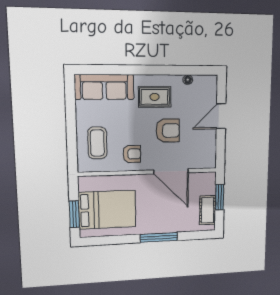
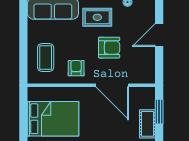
armchair: (132, 154) -> (76, 68), turned -90
window: (74, 214) -> (23, 122), removed

